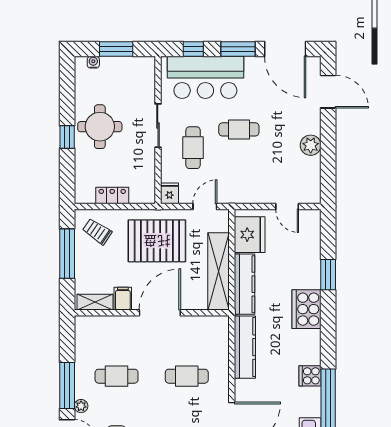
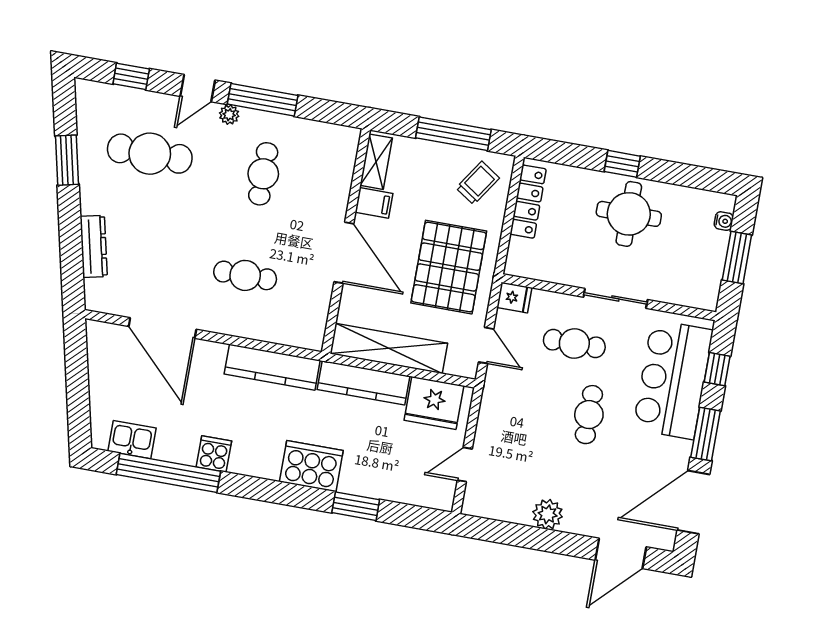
locker: (112, 196) -> (528, 202), width x1.53
cafe table: (187, 376) -> (245, 275), turned 90

